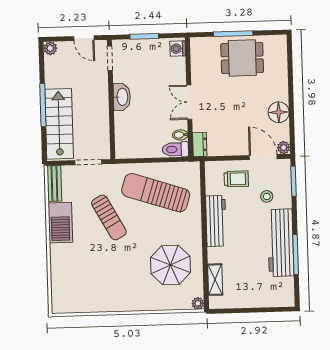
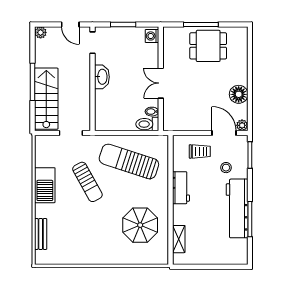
dresser: (200, 144) -> (169, 120), removed
bench: (54, 183) -> (41, 234), moved
workbench: (216, 221) -> (181, 188), width x0.73
plant: (198, 303) -> (163, 259), removed

